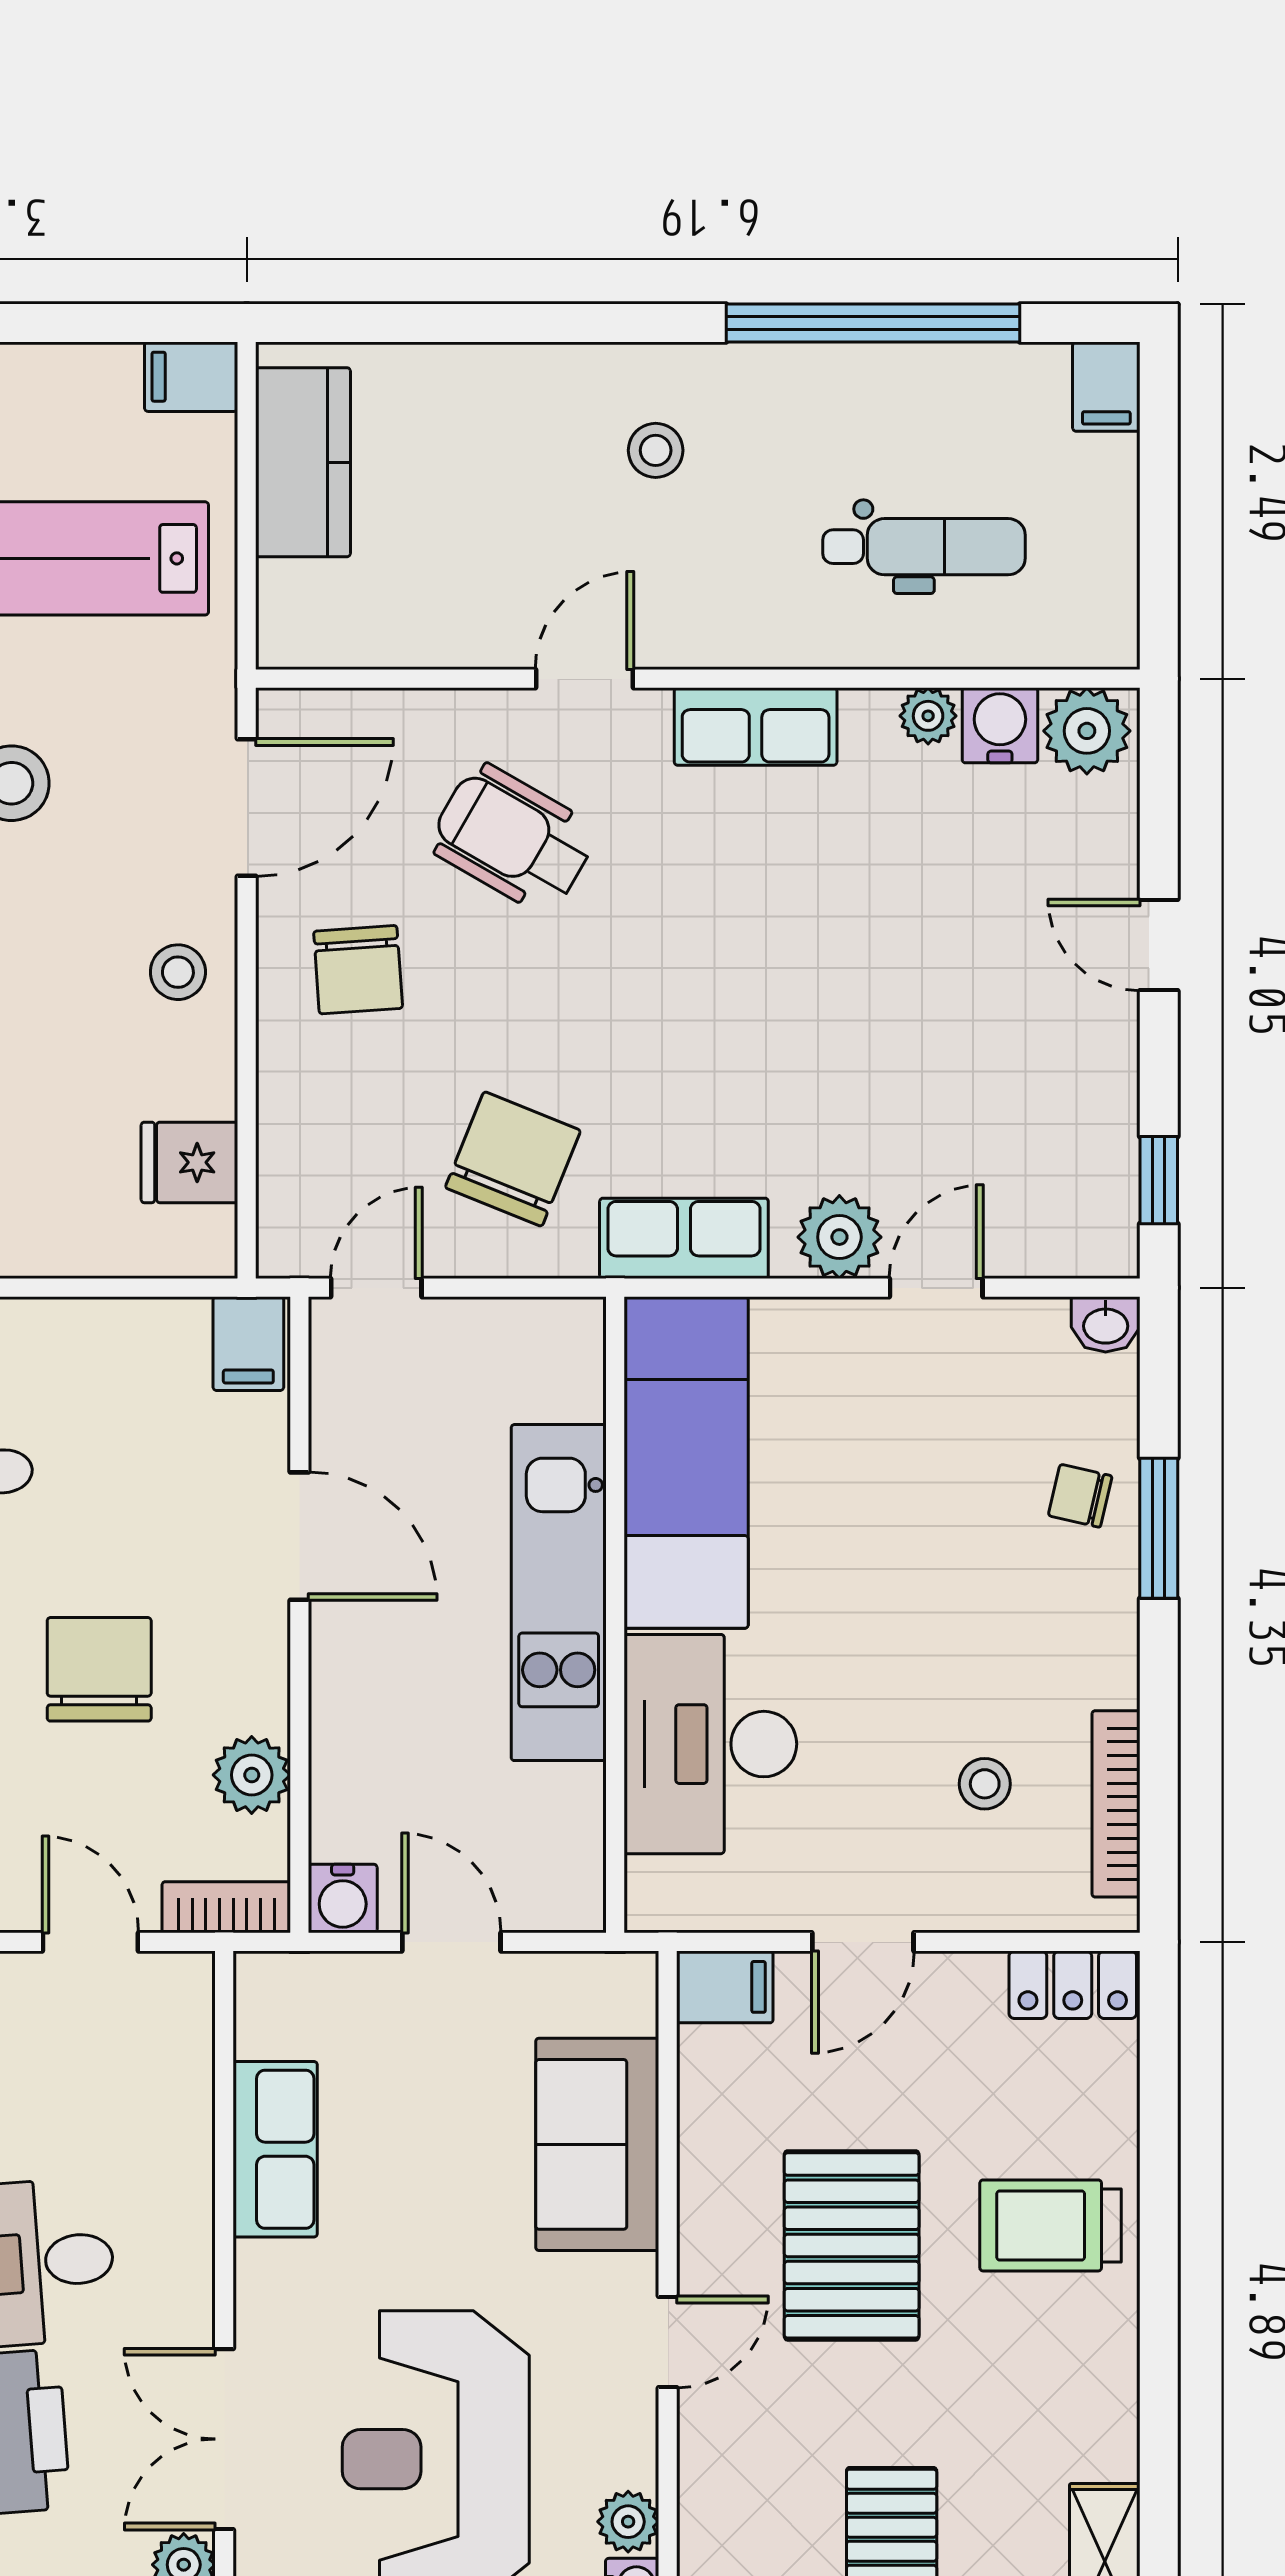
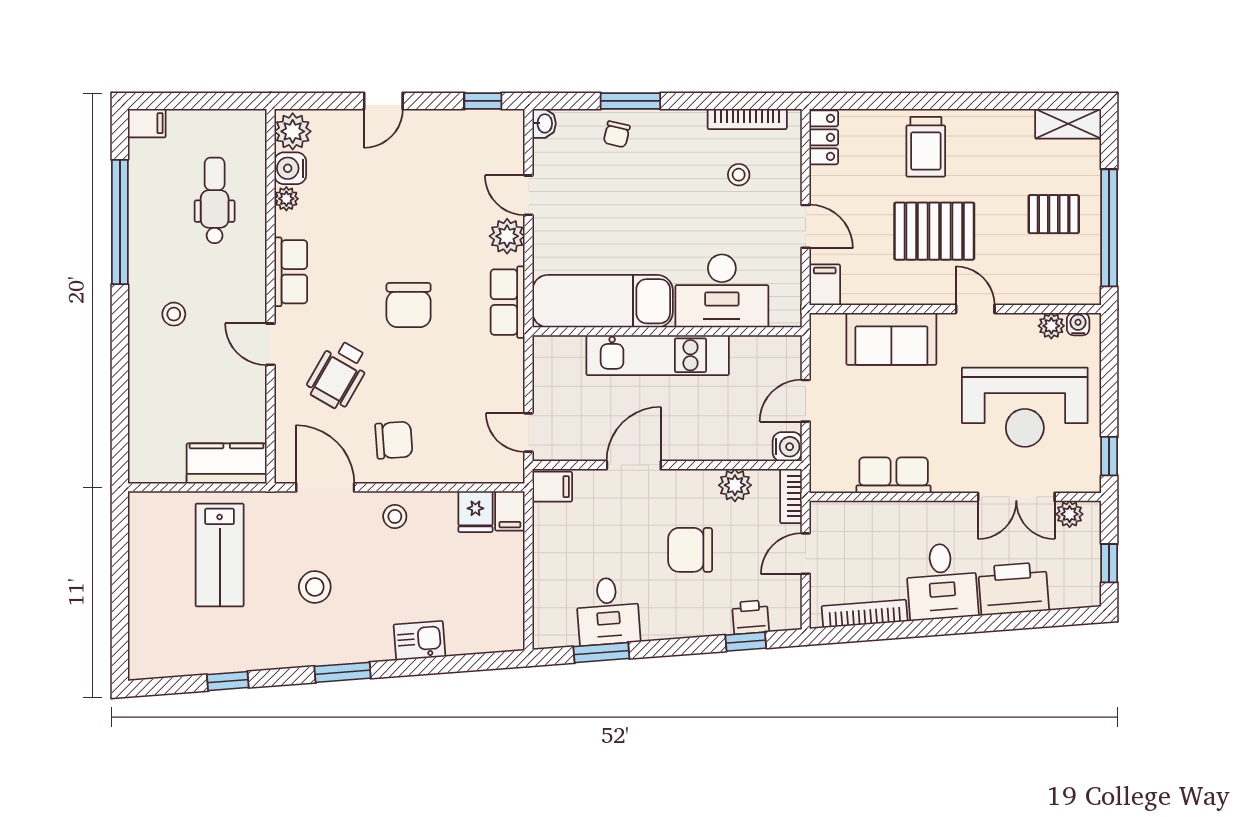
filing cabinet: (191, 377) -> (510, 511), moved
kitchen counter: (303, 462) -> (227, 464), moved
chair: (513, 1159) -> (409, 305), moved, turned -112

